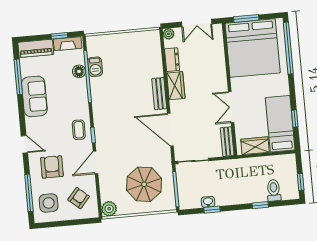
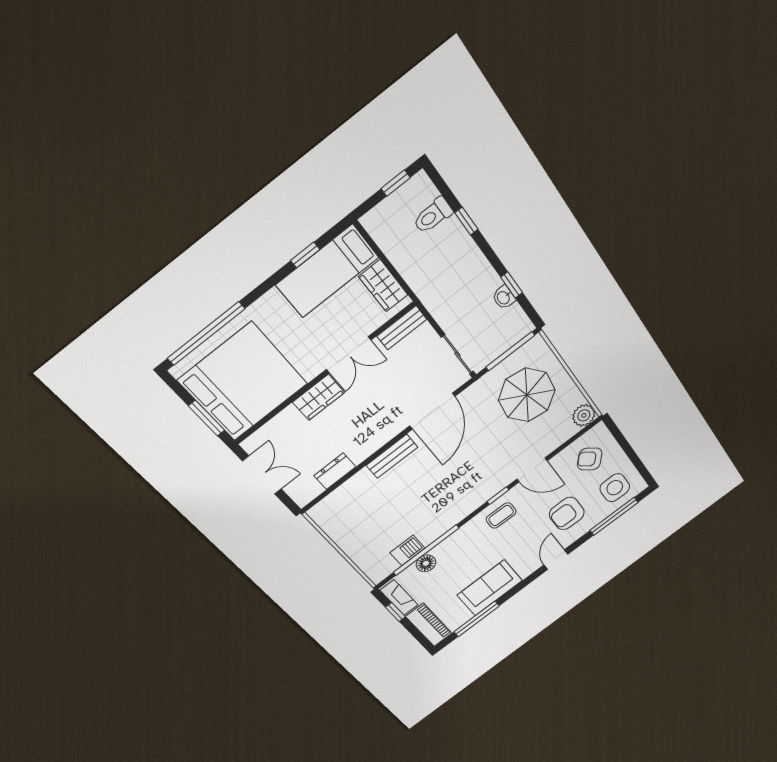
plant: (169, 34) -> (303, 498), removed
wardrobe: (176, 86) -> (319, 397), moved, turned 180

